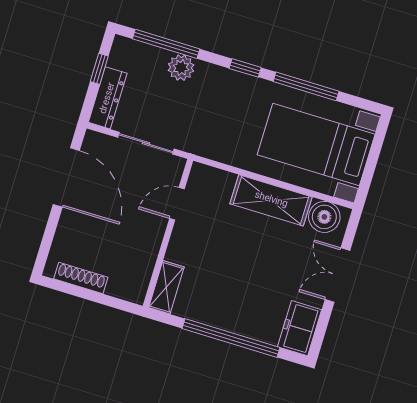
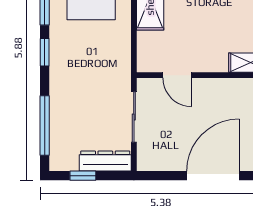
plant: (181, 68) -> (61, 107), removed
door: (66, 177) -> (213, 176), moved

